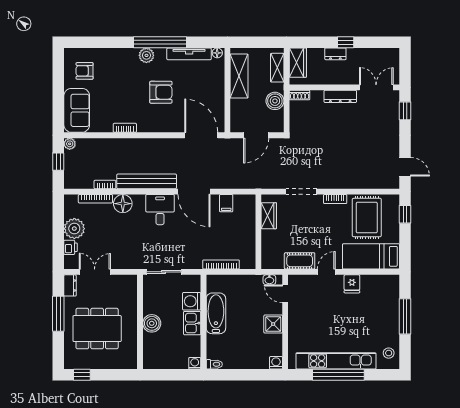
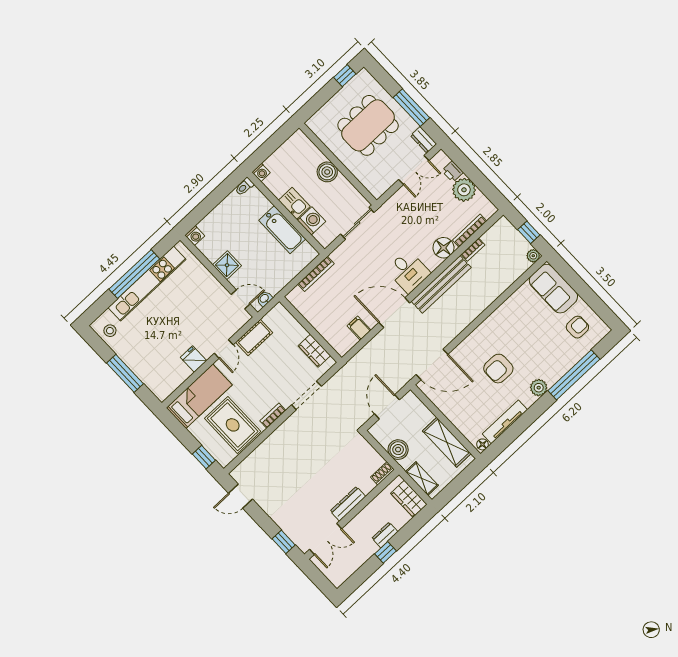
window: (160, 42) -> (574, 375), moved
bookcase: (125, 128) -> (500, 311), removed

